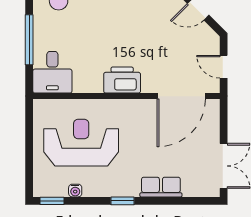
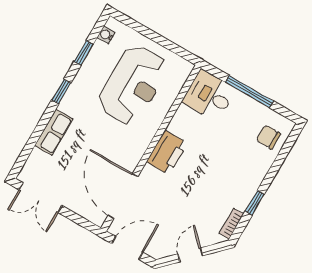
door: (224, 67) -> (127, 248), width x1.38
water cooler: (75, 191) -> (106, 35), moved
window: (52, 201) -> (84, 53), moved

